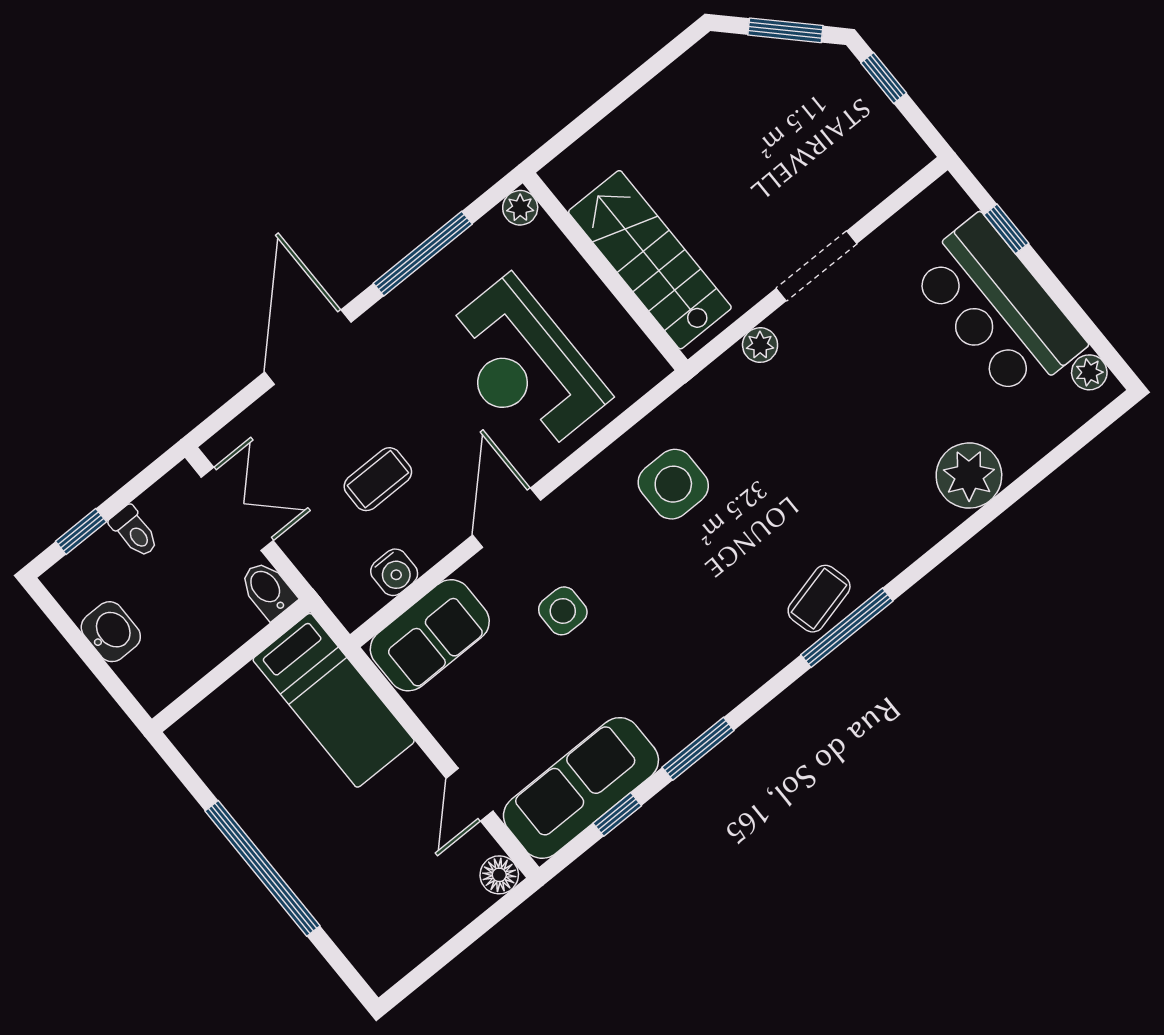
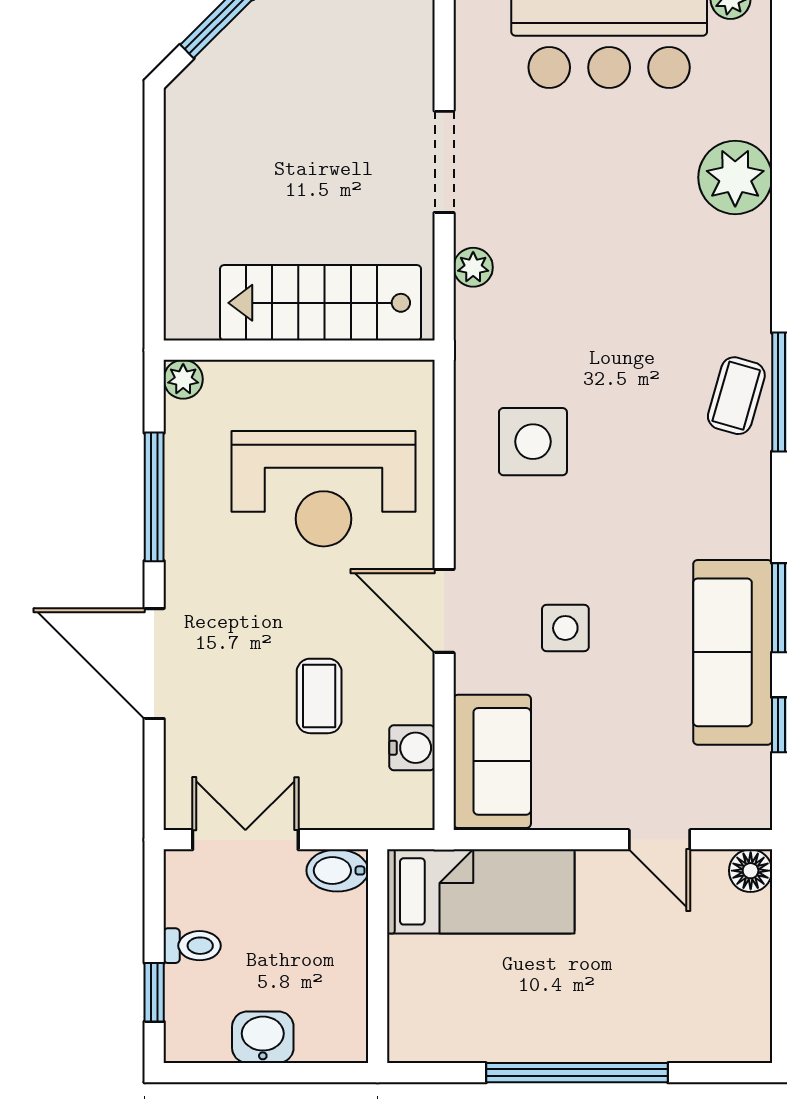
coffee table: (819, 599) -> (736, 396), turned 30
sofa: (581, 788) -> (733, 652), moved

